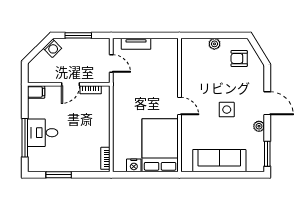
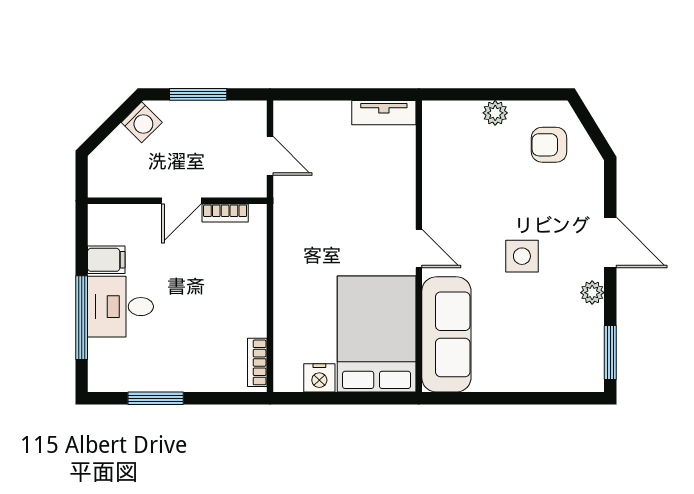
tv unit: (136, 44) -> (384, 113), moved
filing cabinet: (36, 92) -> (106, 260), moved
sofa: (219, 161) -> (446, 334), moved, turned 90

